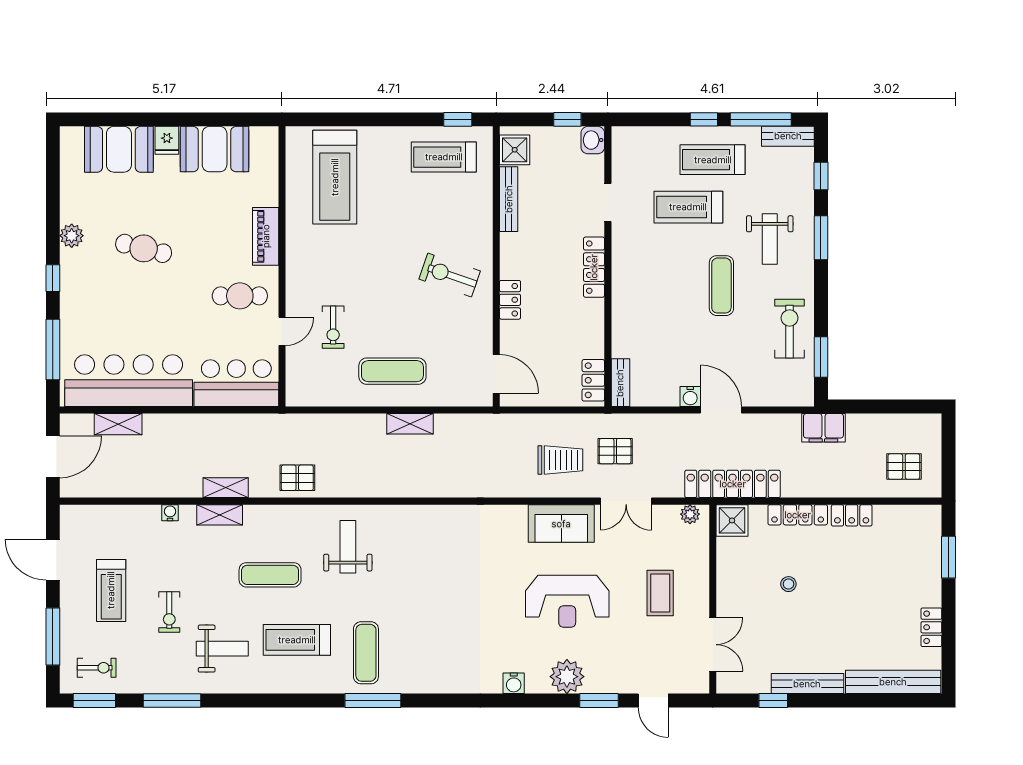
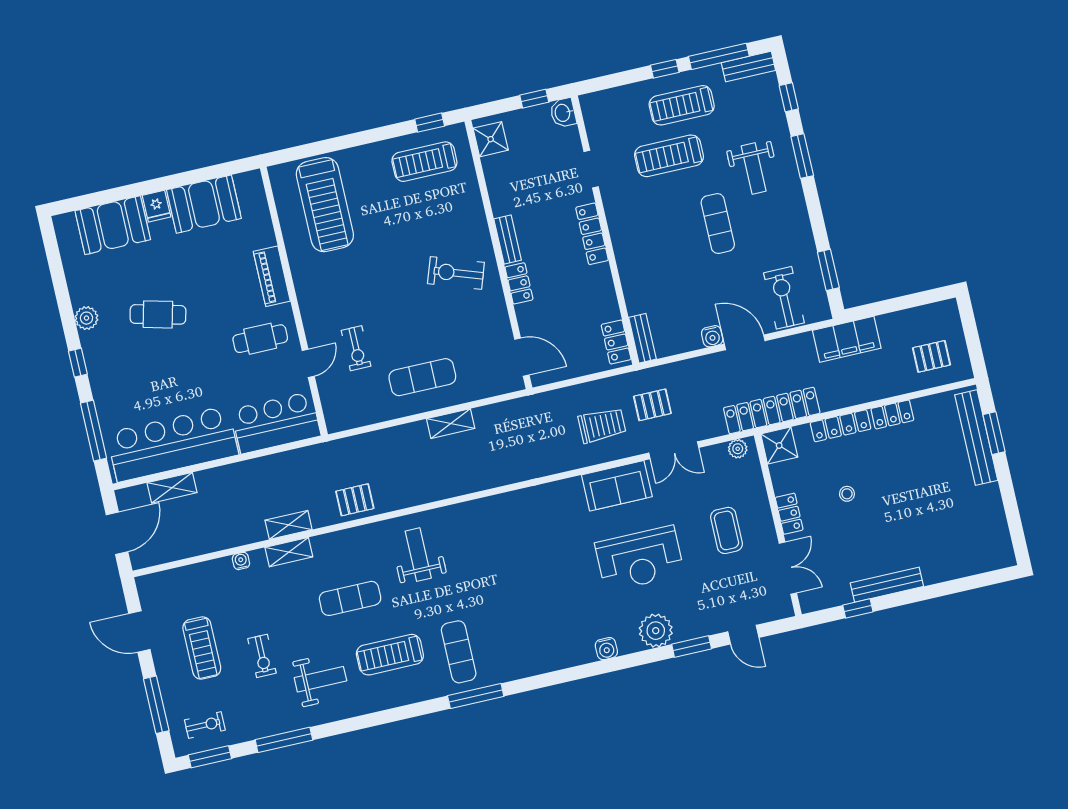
bench: (509, 199) -> (508, 240), moved, width x0.73
exercise bike: (790, 329) -> (784, 298), moved
filing cabinet: (823, 428) -> (847, 339), width x1.50, depth x1.17
locker: (931, 627) -> (789, 514), moved, turned 180
bench: (893, 682) -> (976, 438), moved, turned 90

